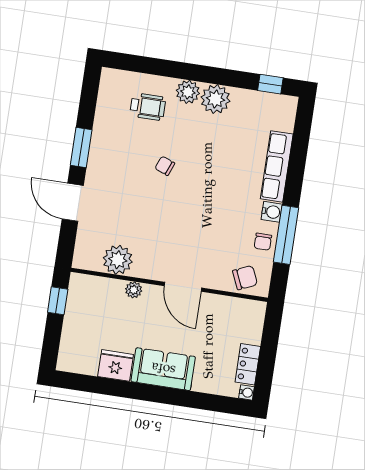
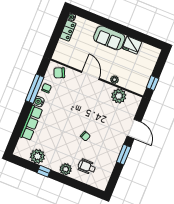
window: (270, 84) -> (44, 171), moved
plant: (215, 99) -> (38, 156), moved

